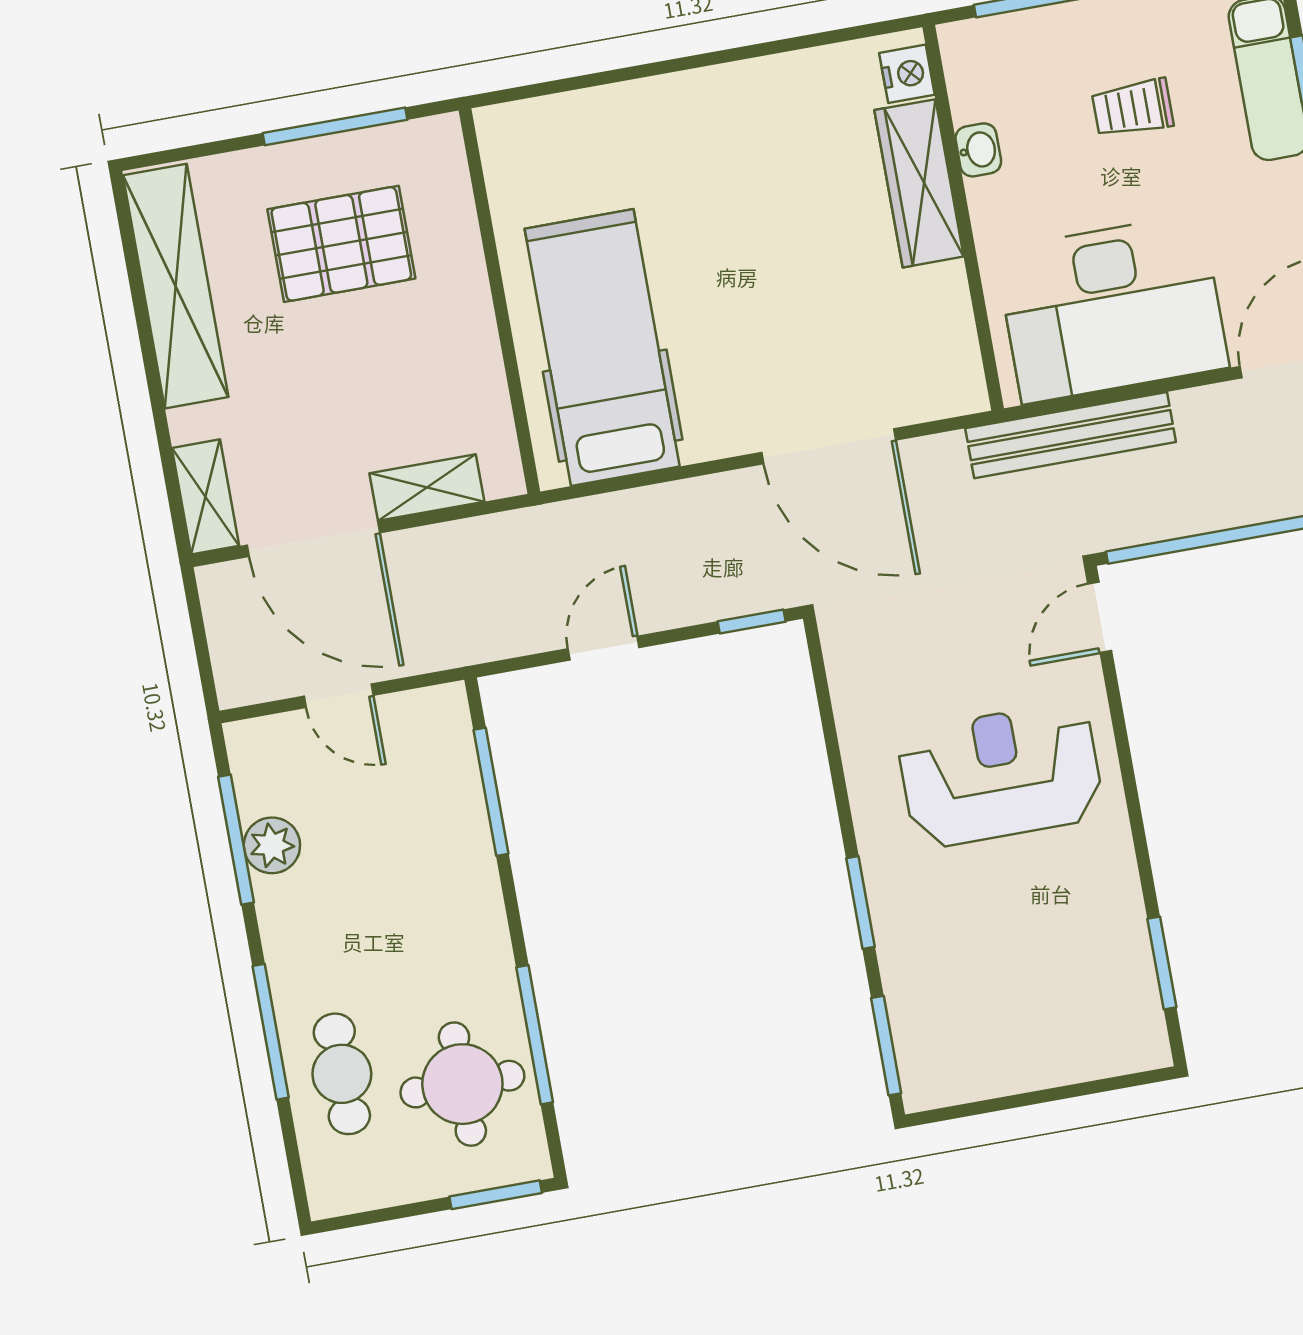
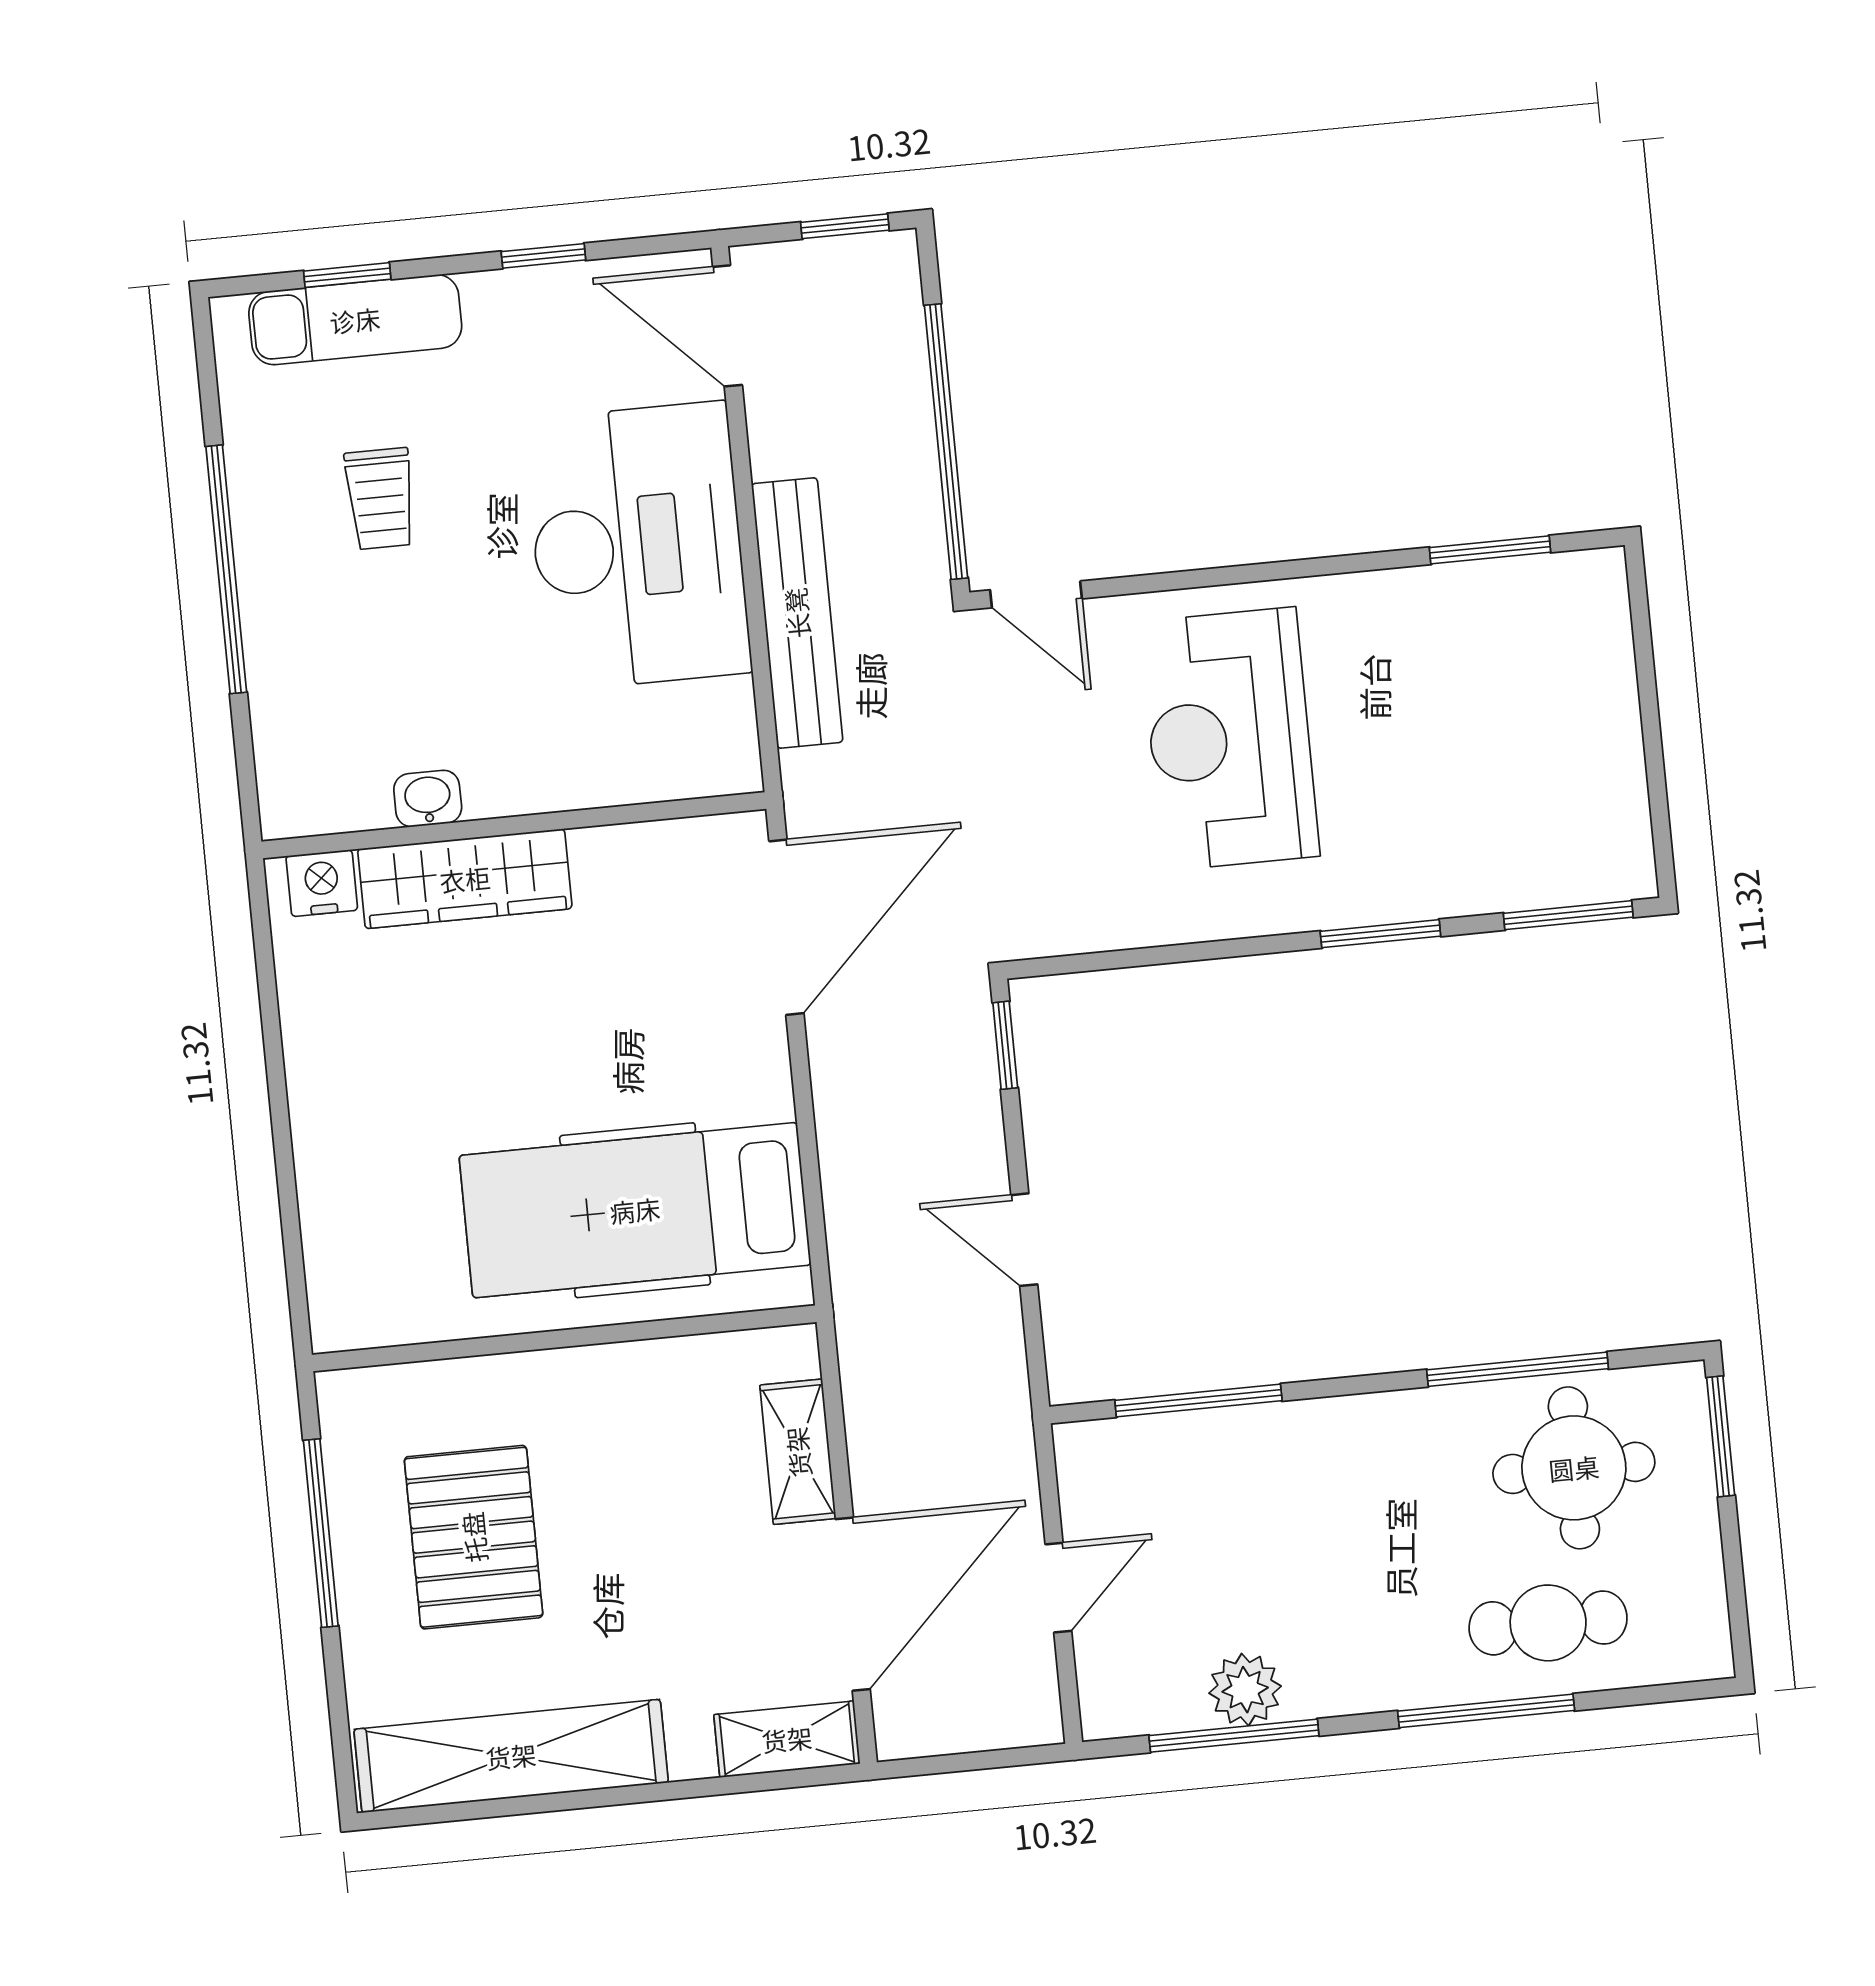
nightstand: (907, 74) -> (322, 883), moved
washbasin: (978, 150) -> (428, 799), moved
wardrobe: (919, 183) -> (465, 879), moved
wall: (963, 218) -> (514, 825), moved

